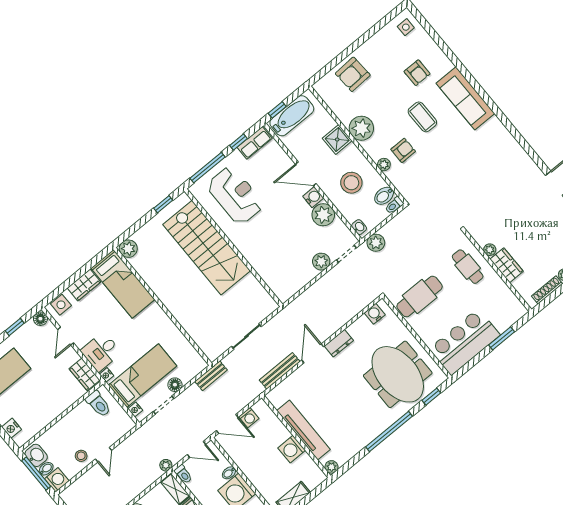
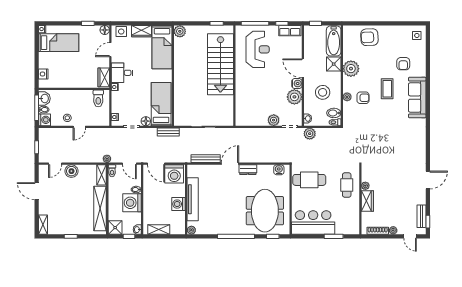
bathtub: (292, 116) -> (334, 41), moved, turned 90
bed: (143, 376) -> (161, 104), moved, turned -90
washing machine: (249, 418) -> (174, 174), width x1.89, depth x1.89

